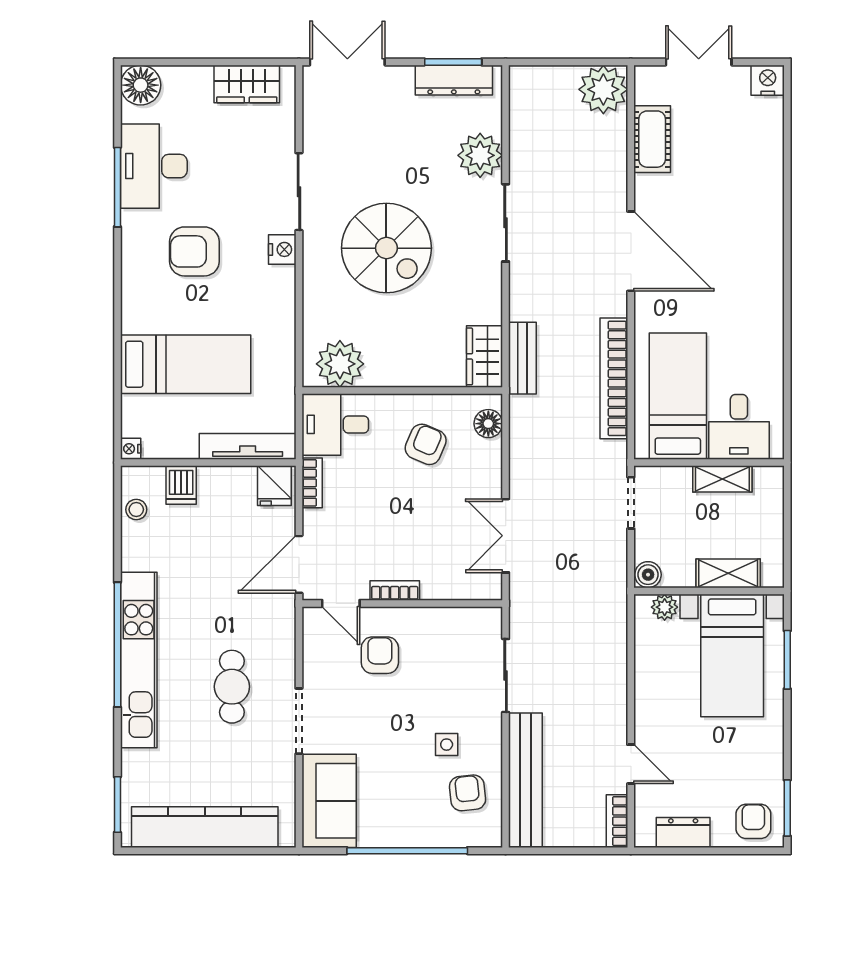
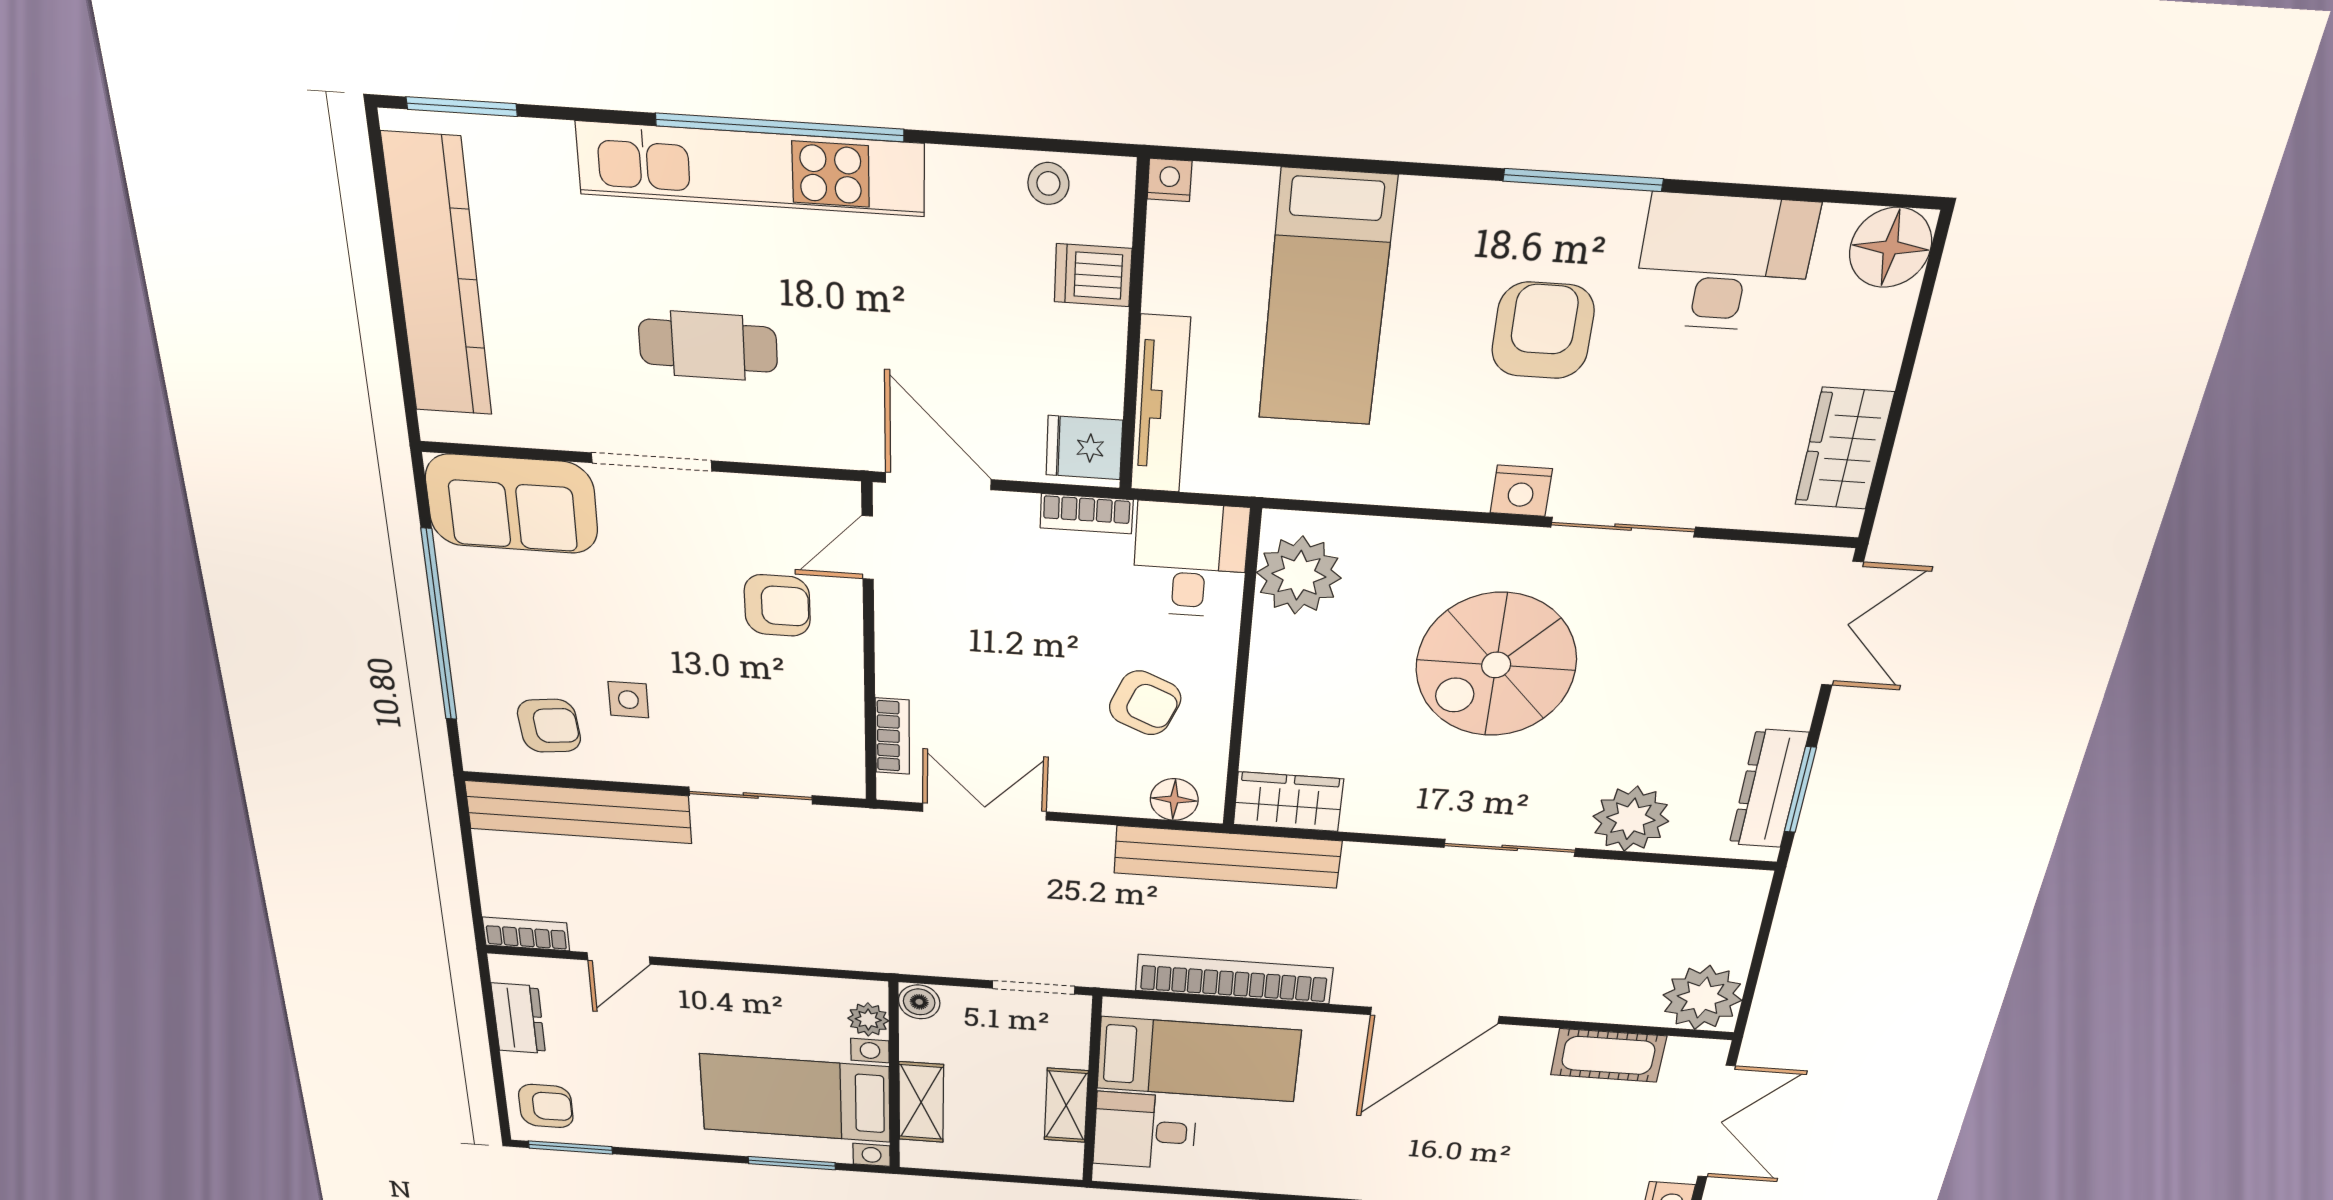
double door: (699, 62) -> (1716, 1122), width x1.37
window: (117, 187) -> (1583, 180), moved
bench: (522, 358) -> (1227, 857), width x1.86, depth x1.21
bookcase: (395, 590) -> (892, 736), moved

